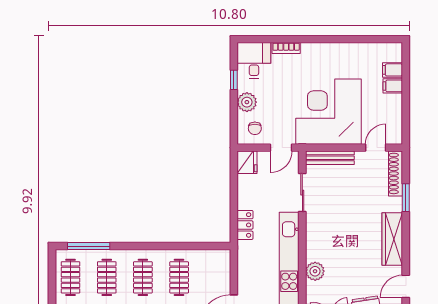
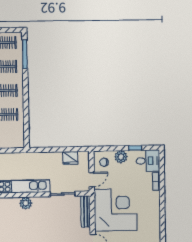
door: (281, 148) -> (92, 180), swing flipped
fridge: (247, 162) -> (70, 158), moved
locker: (245, 225) -> (41, 157), removed
plant: (315, 271) -> (26, 203), moved

